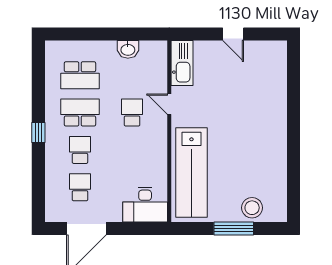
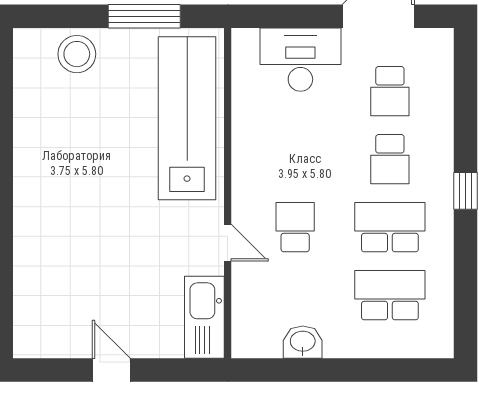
school desk: (80, 113) -> (390, 227), turned 180
school desk: (132, 113) -> (295, 227), turned 180
desk: (145, 205) -> (300, 60), moved
window: (234, 228) -> (144, 16), moved

